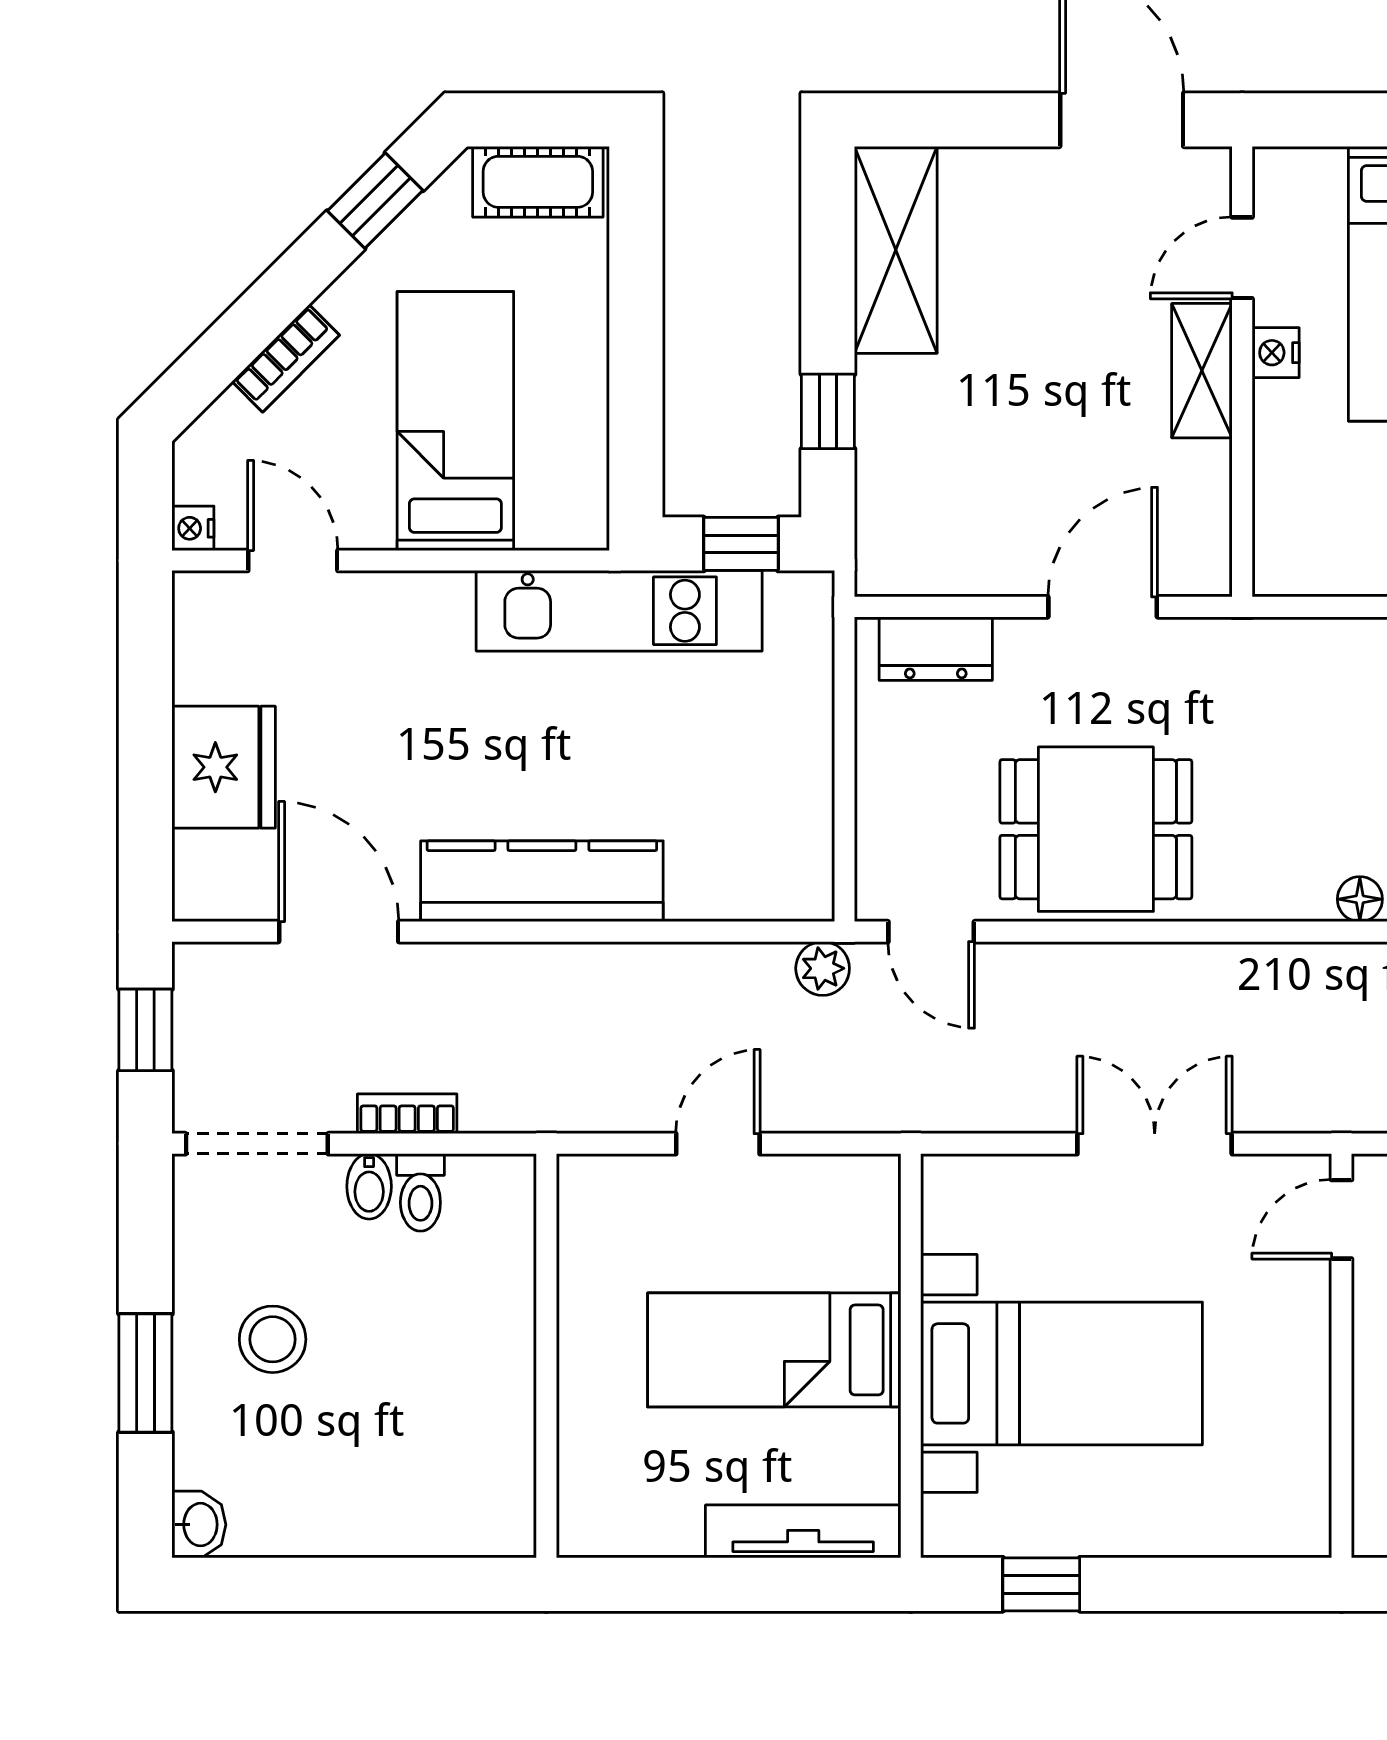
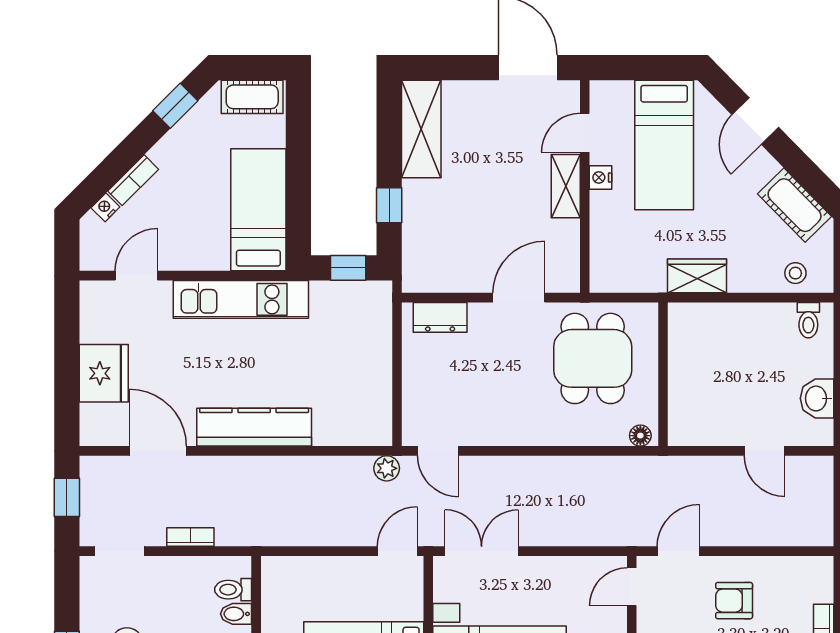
bed: (455, 421) -> (258, 210), moved
nightstand: (193, 528) -> (105, 207), moved, turned 45
door: (293, 561) -> (136, 276), hinge flipped
kitchen unit: (619, 611) -> (241, 299), moved
dining table: (1096, 829) -> (593, 358), moved, turned 90
doorway: (257, 1144) -> (119, 551), width x0.73
door: (718, 1144) -> (397, 551), moved
double door: (1155, 1144) -> (482, 551), moved
bidet: (369, 1186) -> (236, 614), moved, turned 90
toilet: (420, 1192) -> (233, 590), moved, turned 90

